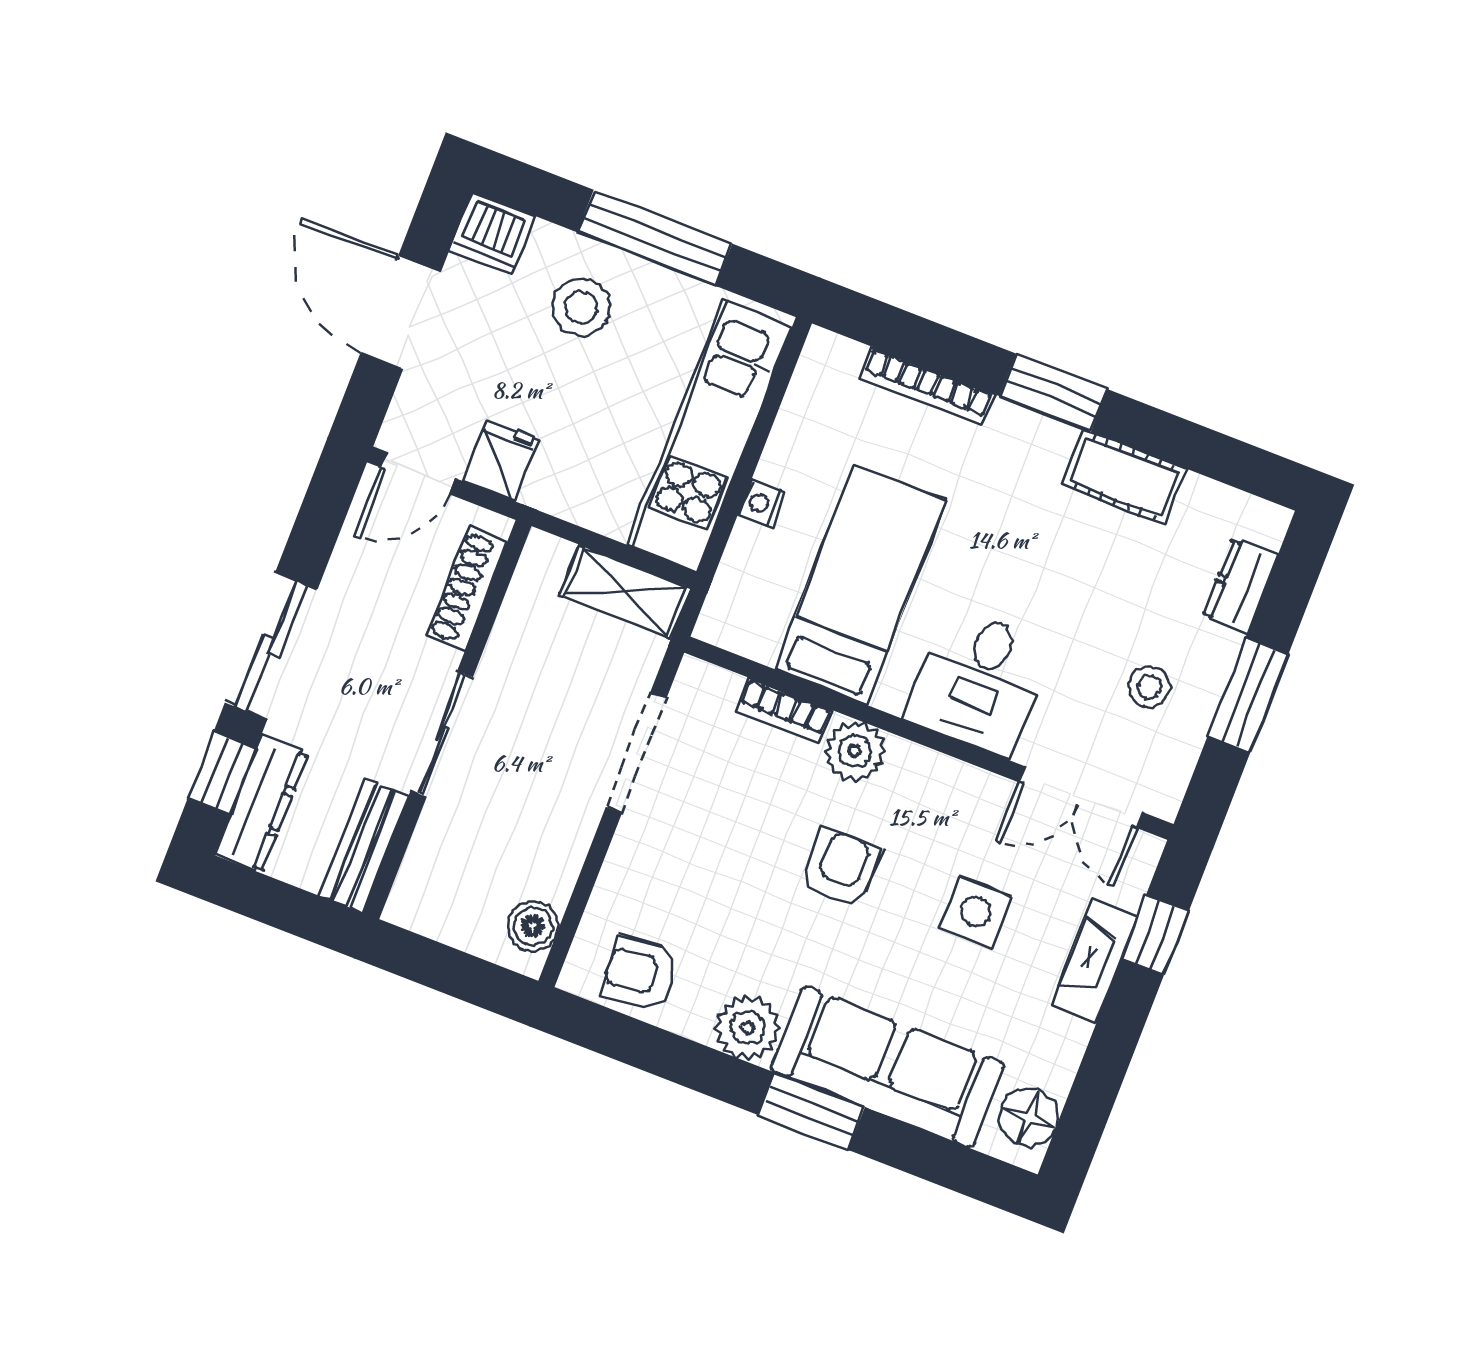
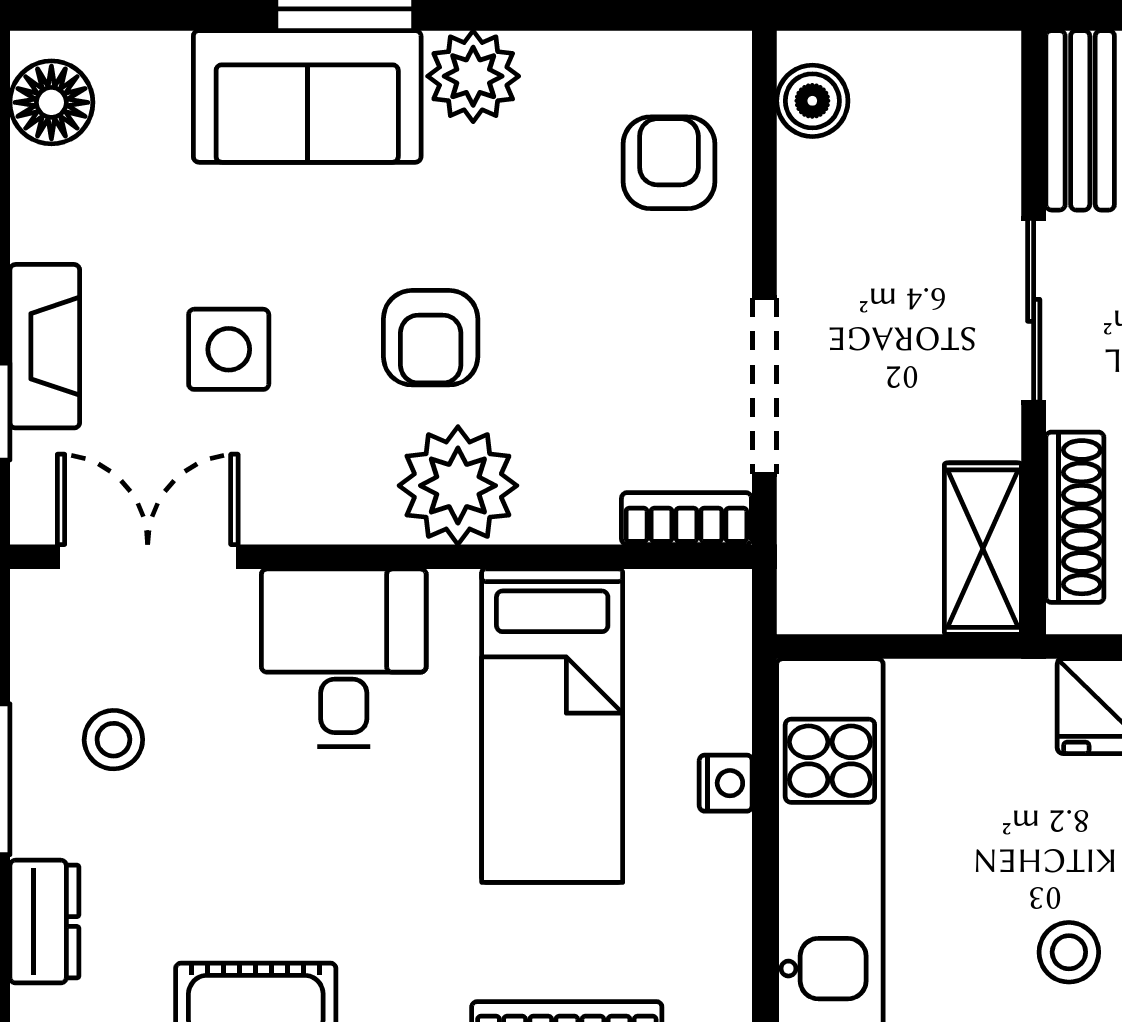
stool: (581, 307) -> (1069, 952), width x0.73, depth x0.73
shelving: (625, 591) -> (983, 549), moved, turned 90
bookcase: (784, 711) -> (686, 519), moved
plant: (855, 751) -> (458, 486), width x1.36, depth x1.36
armchair: (640, 973) -> (669, 163), moved, turned -84
sofa: (887, 1067) -> (307, 96), width x0.73

